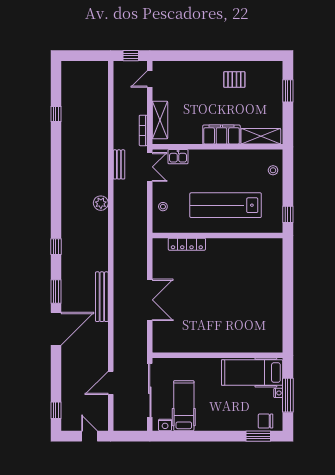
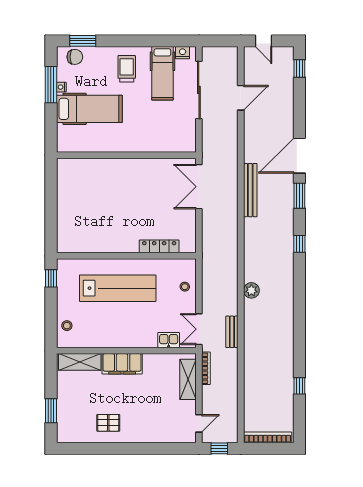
bookcase: (86, 66) -> (268, 437), added
wall: (218, 355) -> (126, 155), moved
trolley: (217, 410) -> (127, 69), added

